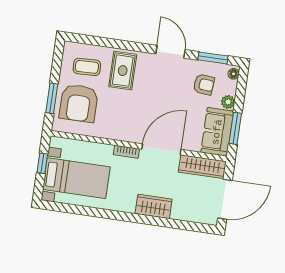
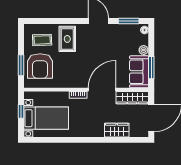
armchair: (204, 85) -> (125, 40), removed
wardrobe: (154, 206) -> (117, 130), moved

